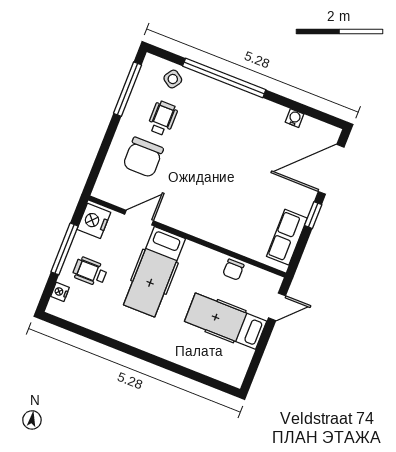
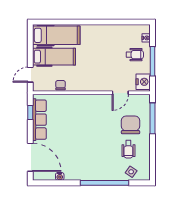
window: (128, 89) -> (153, 118), moved
door: (331, 169) -> (30, 157), hinge flipped
window: (313, 215) -> (30, 112), moved
row of seats: (287, 237) -> (39, 120), width x1.48
hospital bed: (154, 272) -> (56, 35), moved, turned 90

